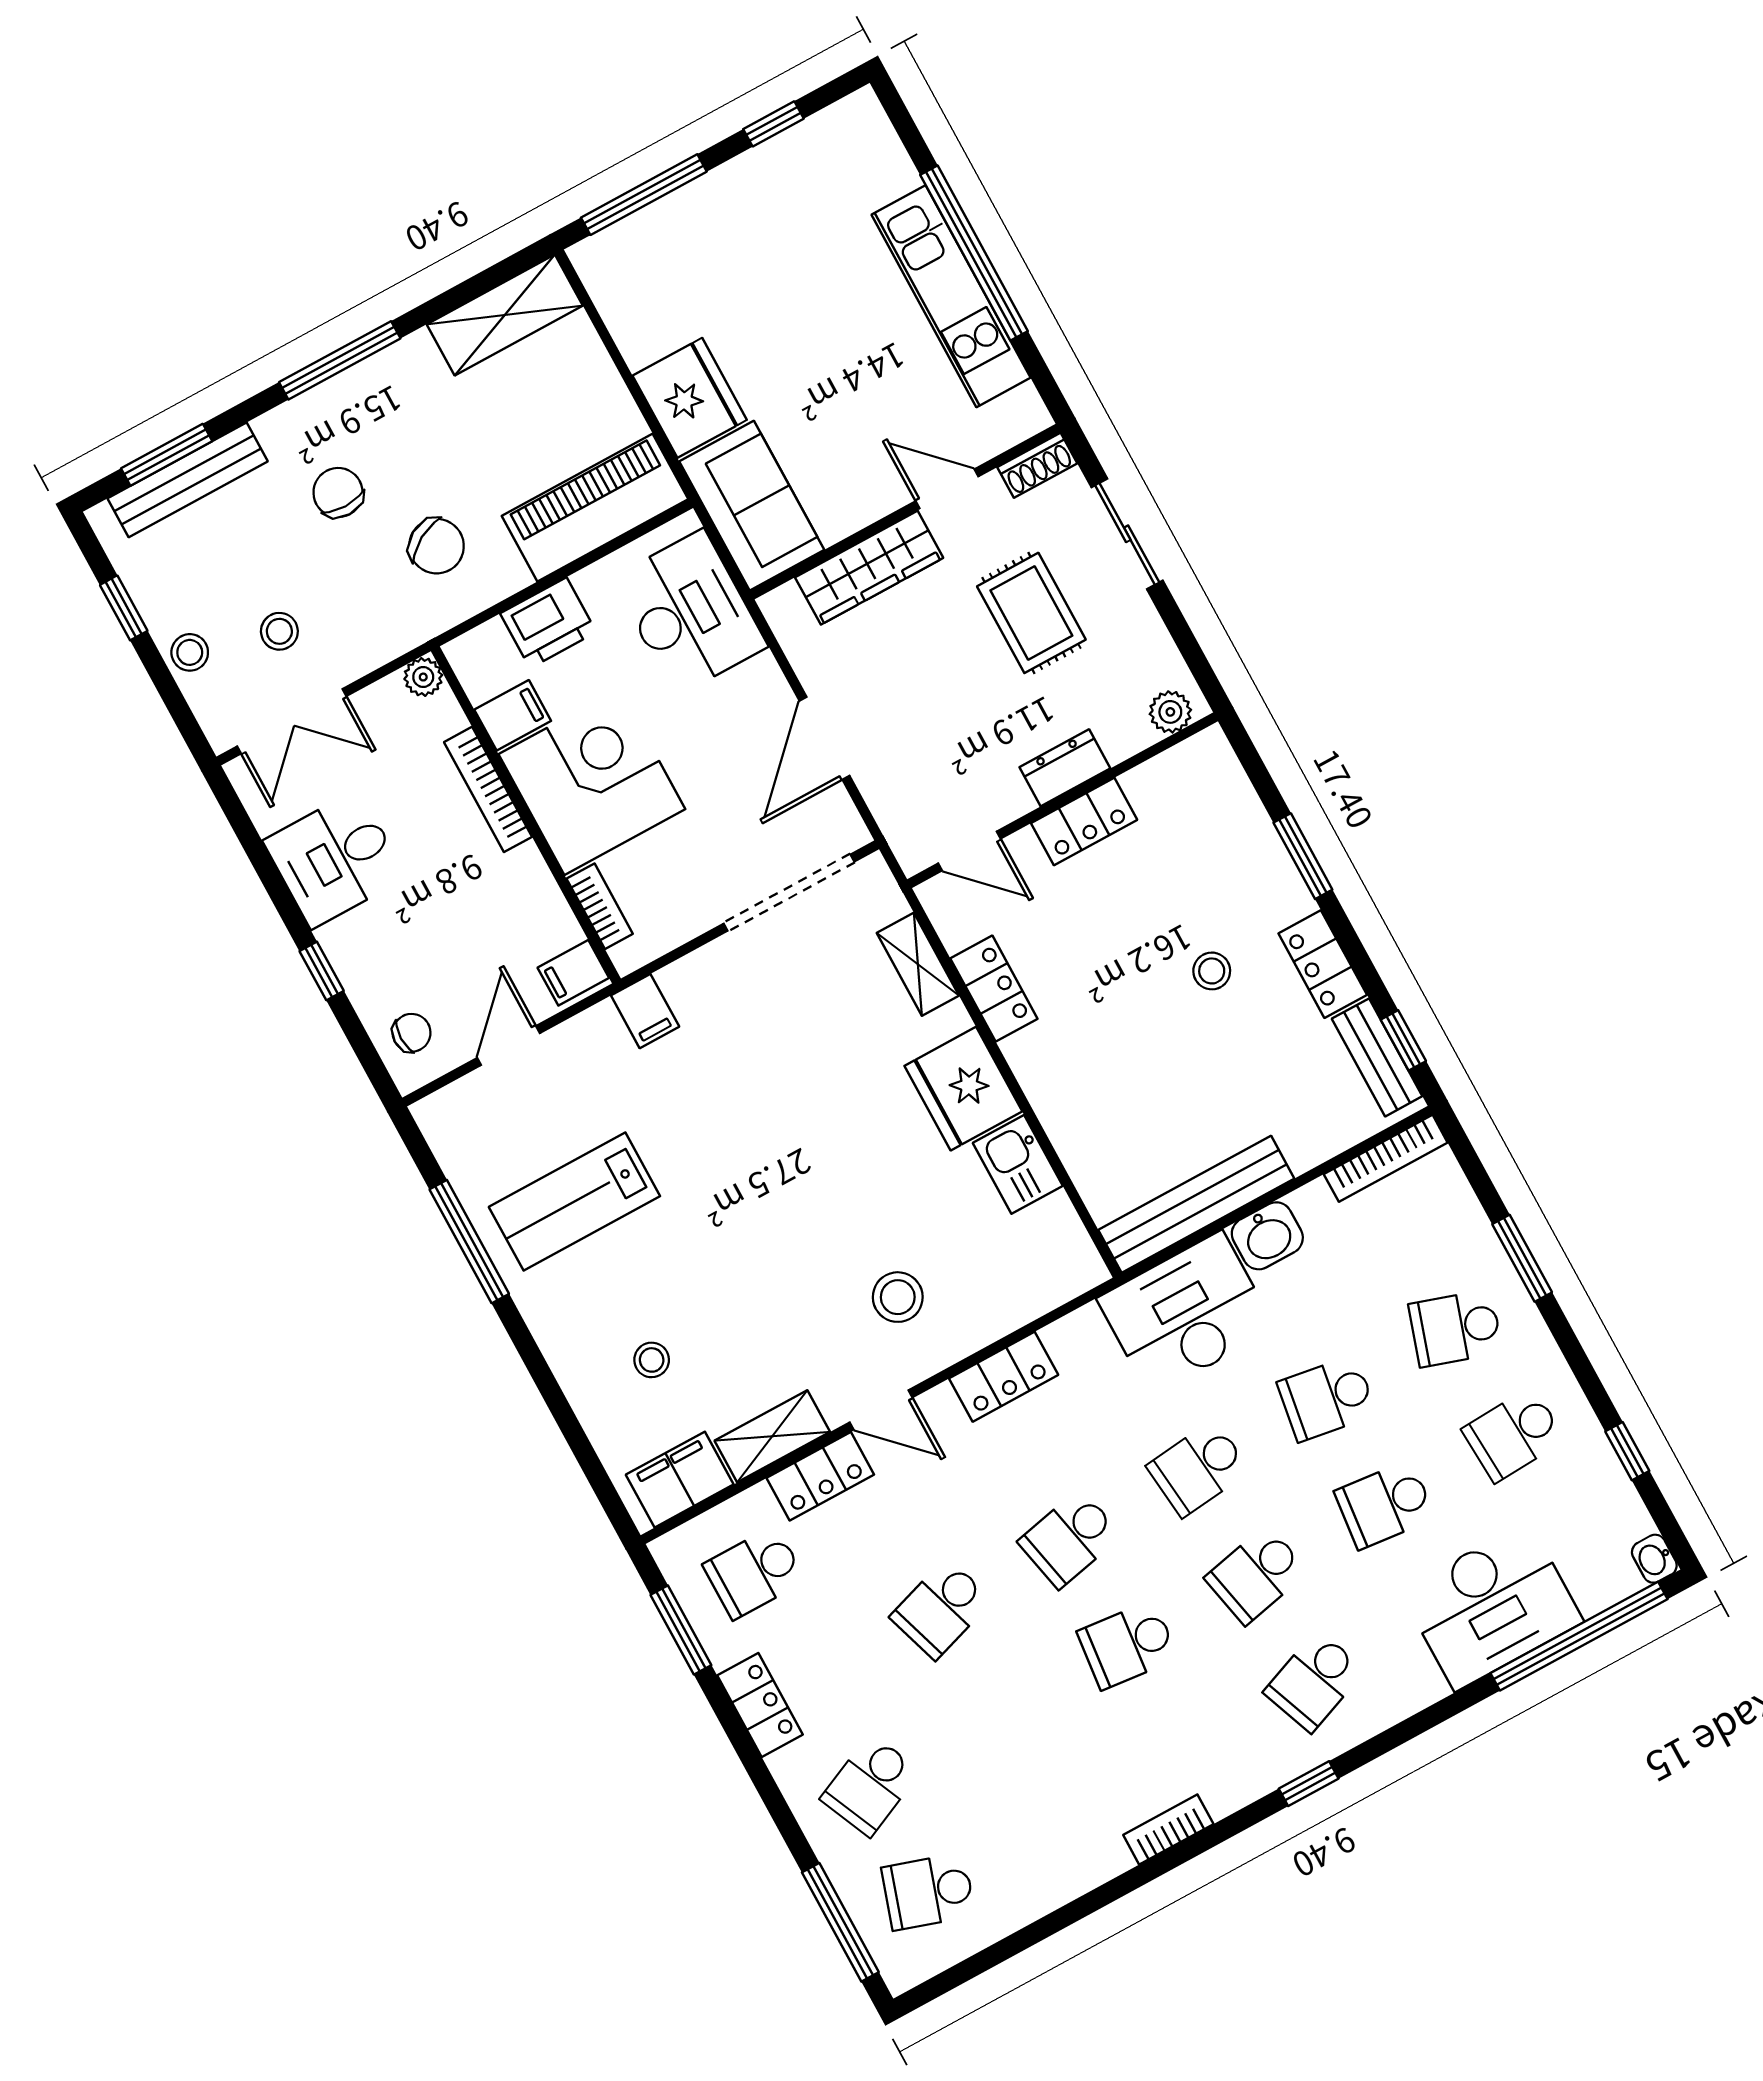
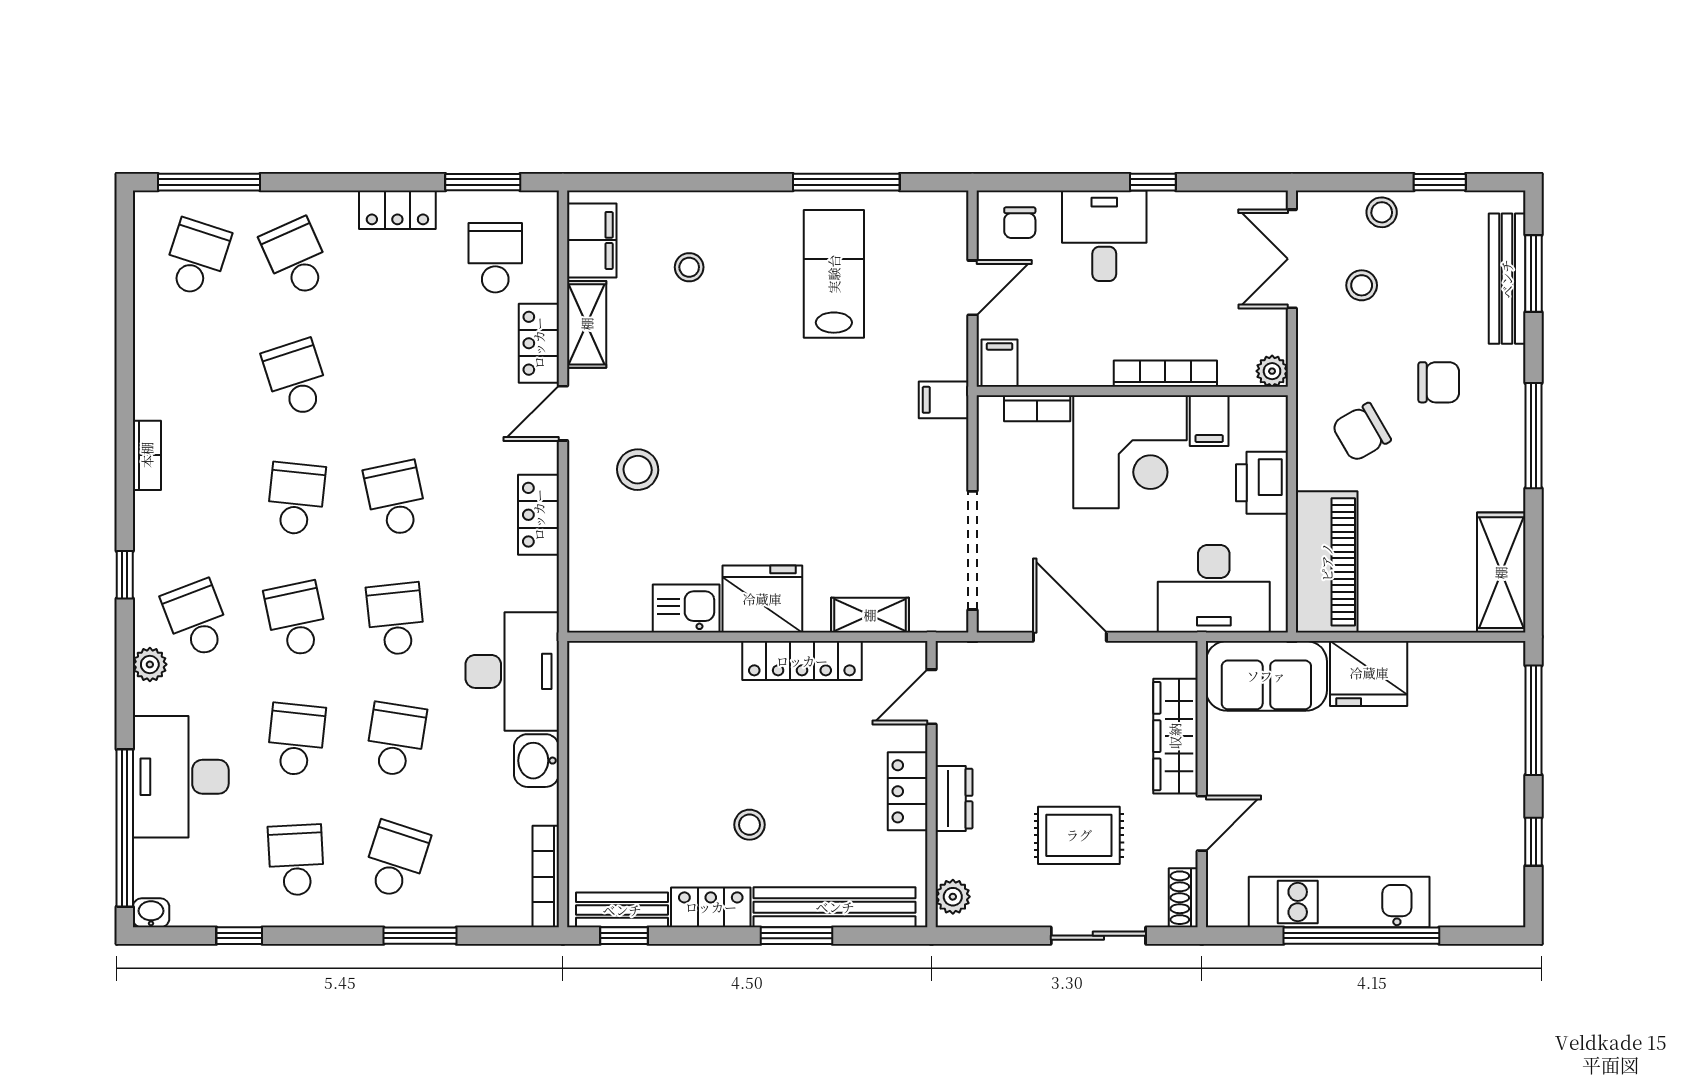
desk: (335, 859) -> (1104, 236), moved
window: (322, 971) -> (1153, 182), moved
locker: (994, 989) -> (802, 661), width x1.53
door: (509, 1045) -> (972, 288), hinge flipped
bench: (1196, 1204) -> (835, 907), moved, turned 90
school desk: (941, 1609) -> (296, 378), moved
plant: (1390, 1705) -> (150, 664), added

